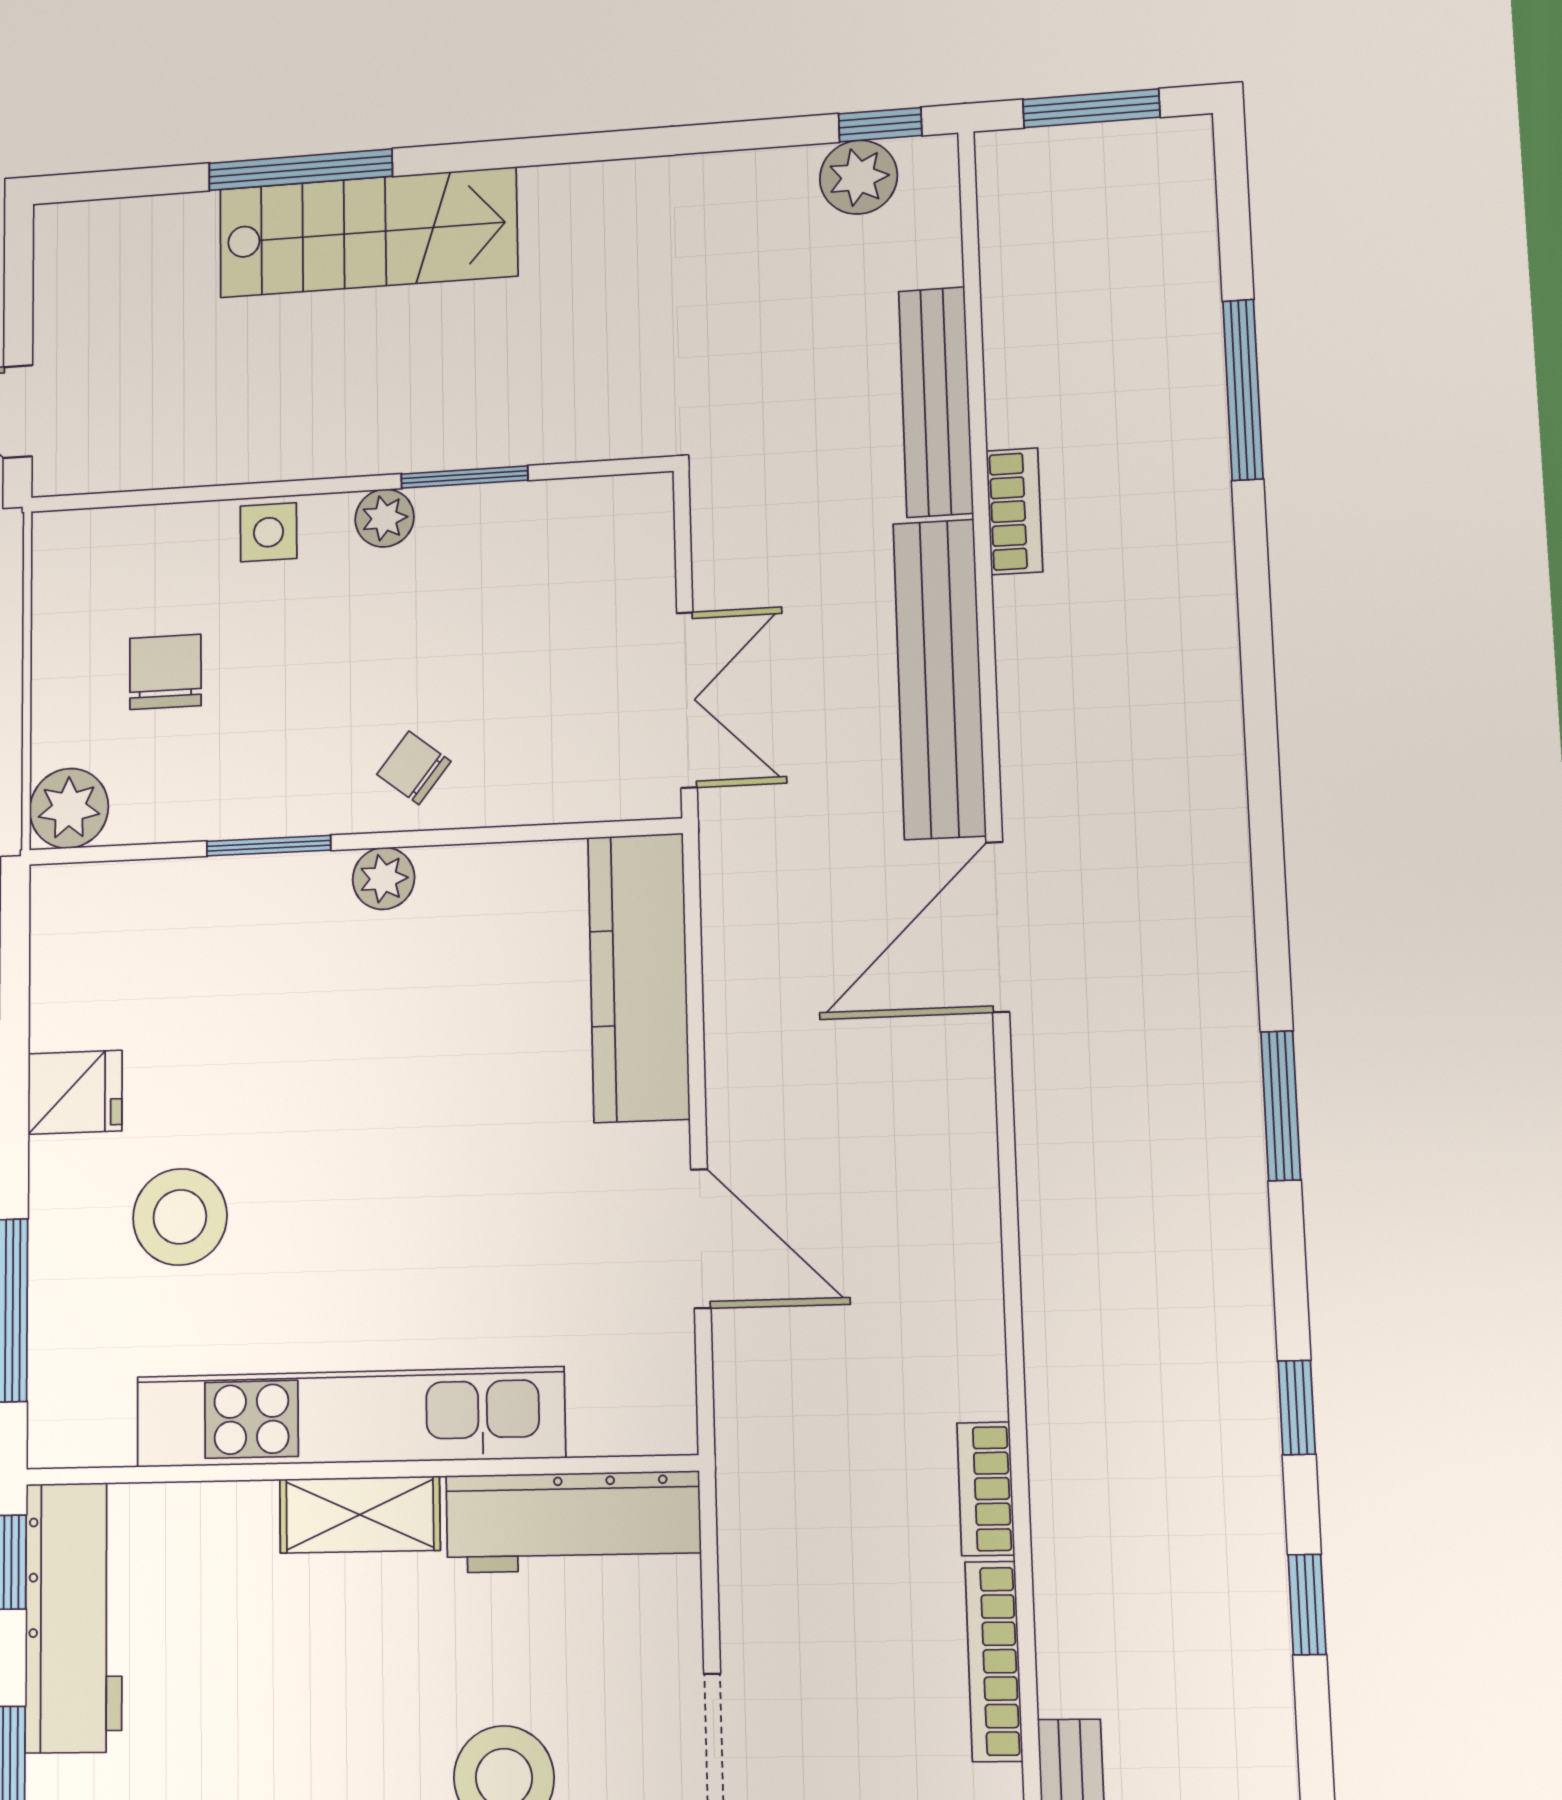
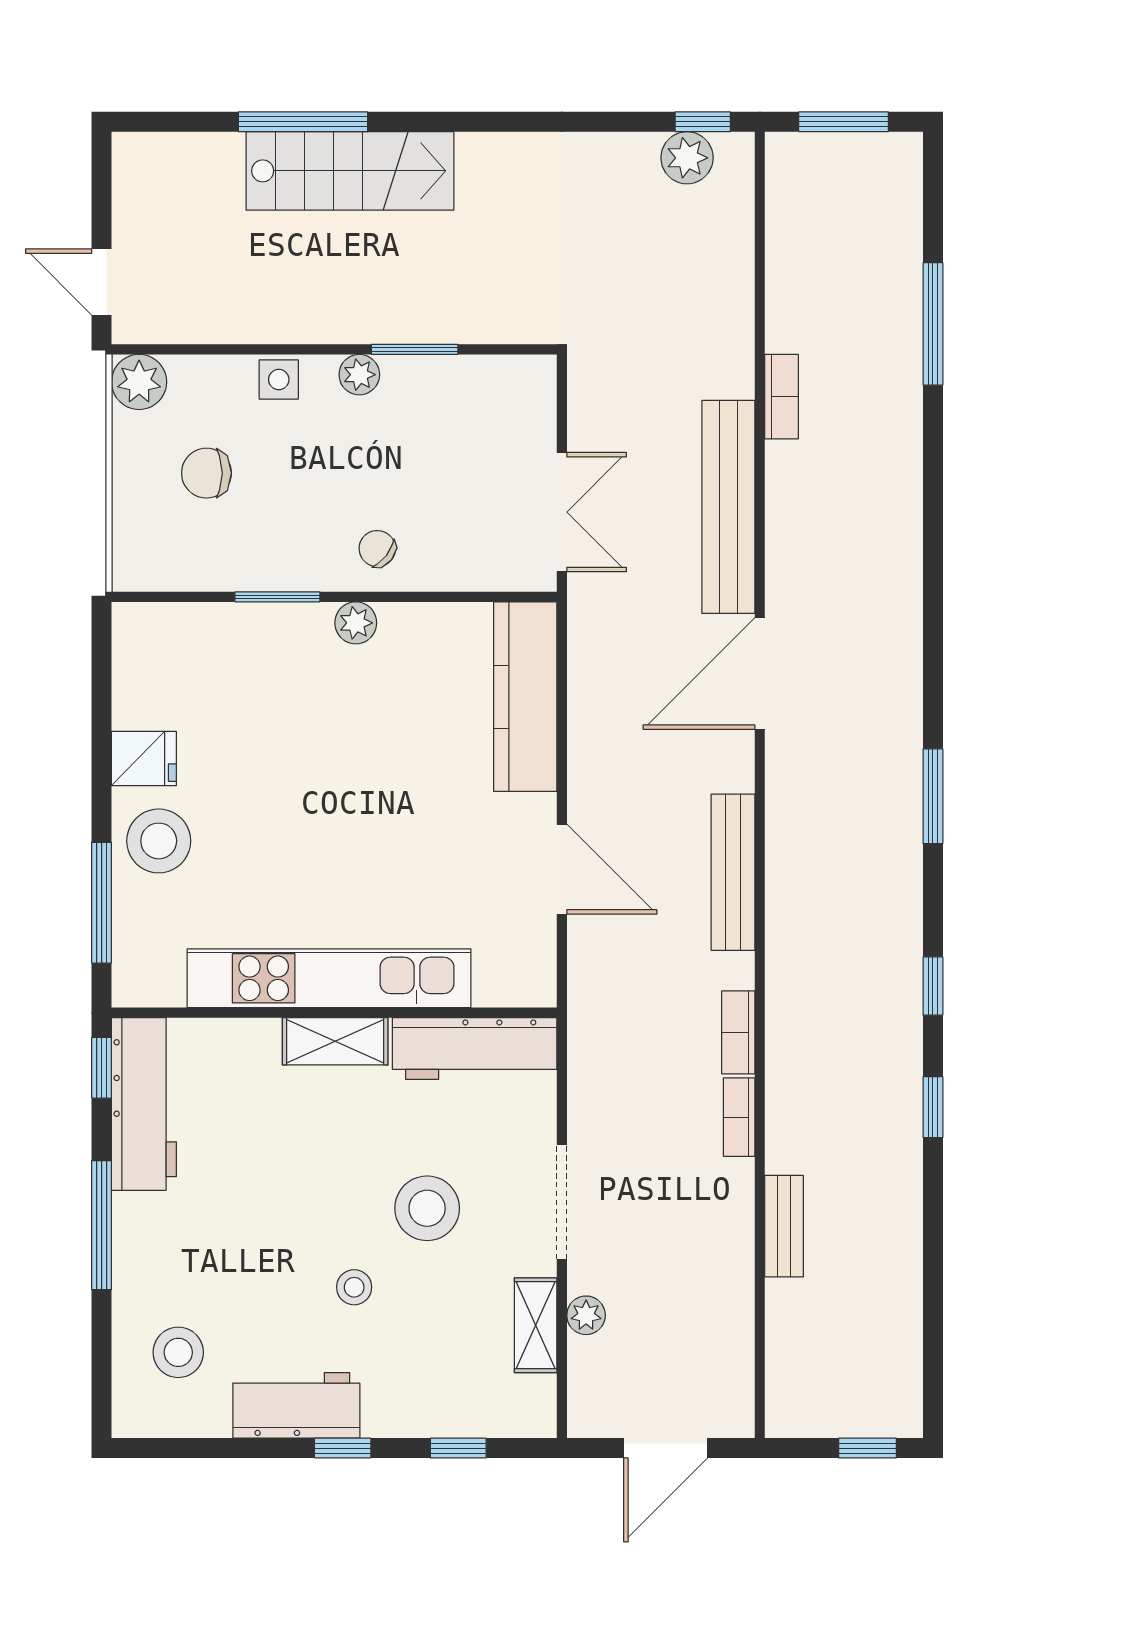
bench: (936, 402) -> (733, 872), moved
chair: (165, 672) -> (206, 473), turned -90
plant: (69, 808) -> (139, 382), moved
stool: (180, 1217) -> (159, 841), moved
bookcase: (994, 1661) -> (739, 1117), width x0.64

